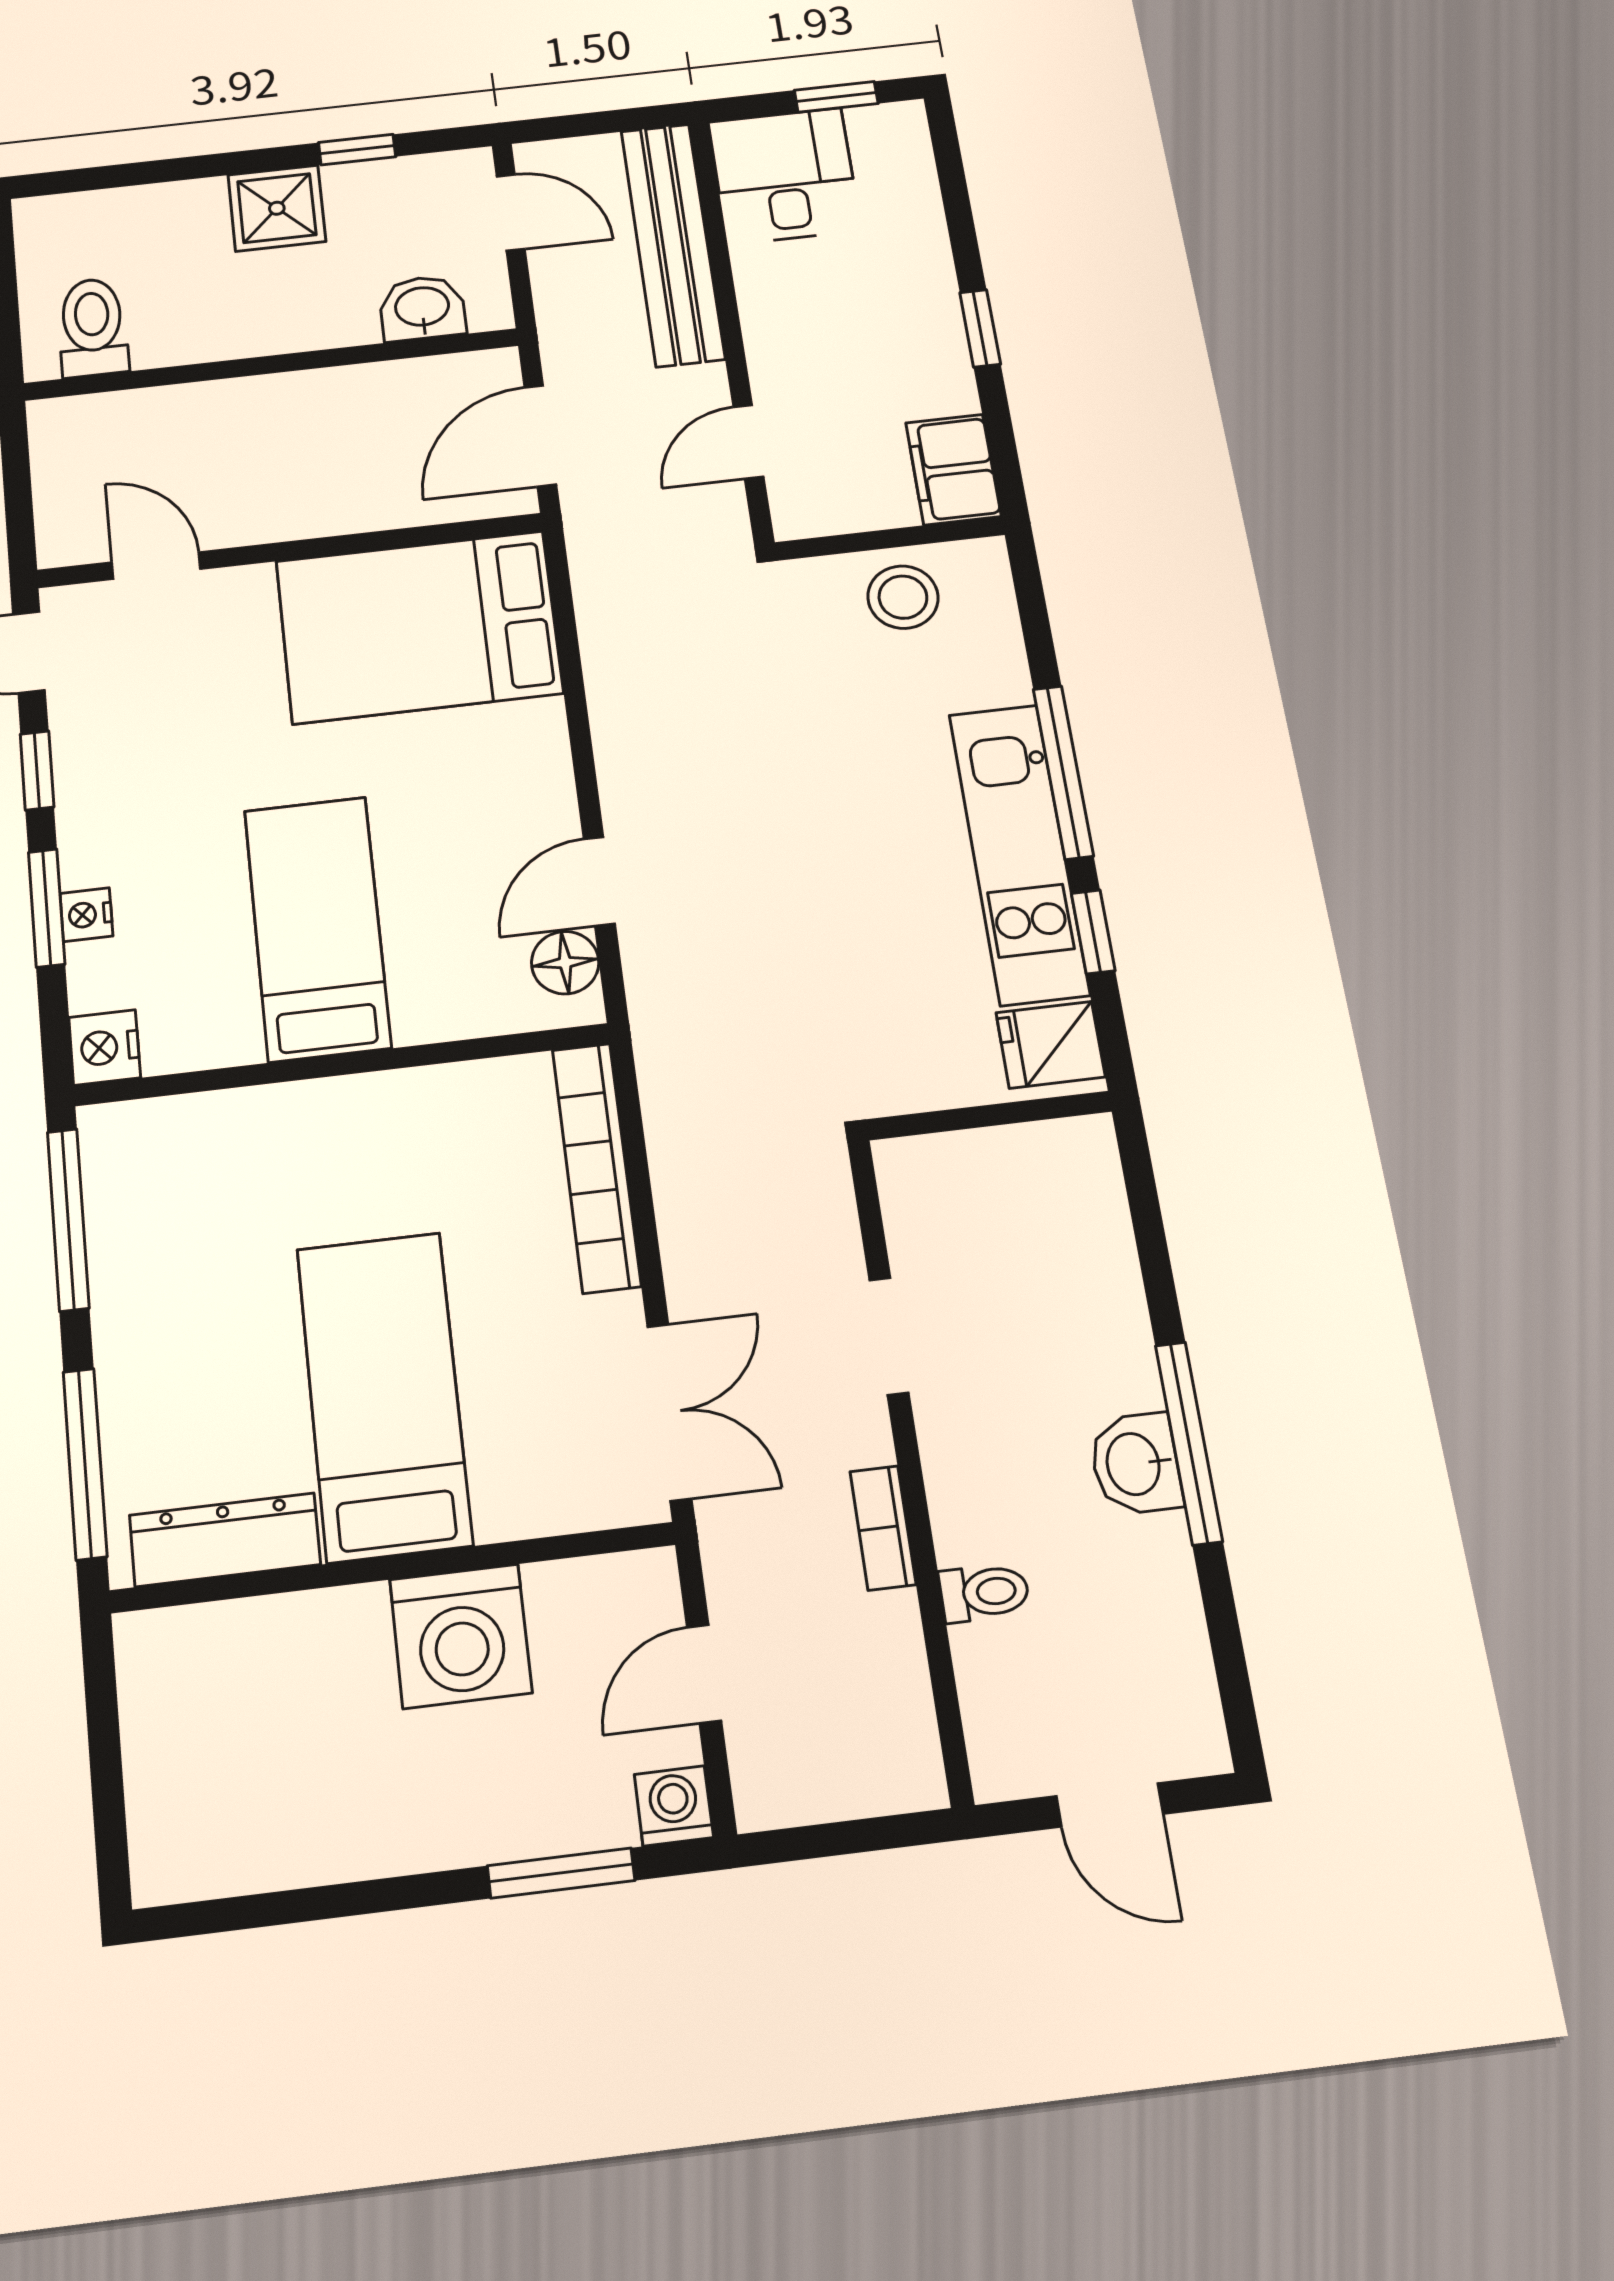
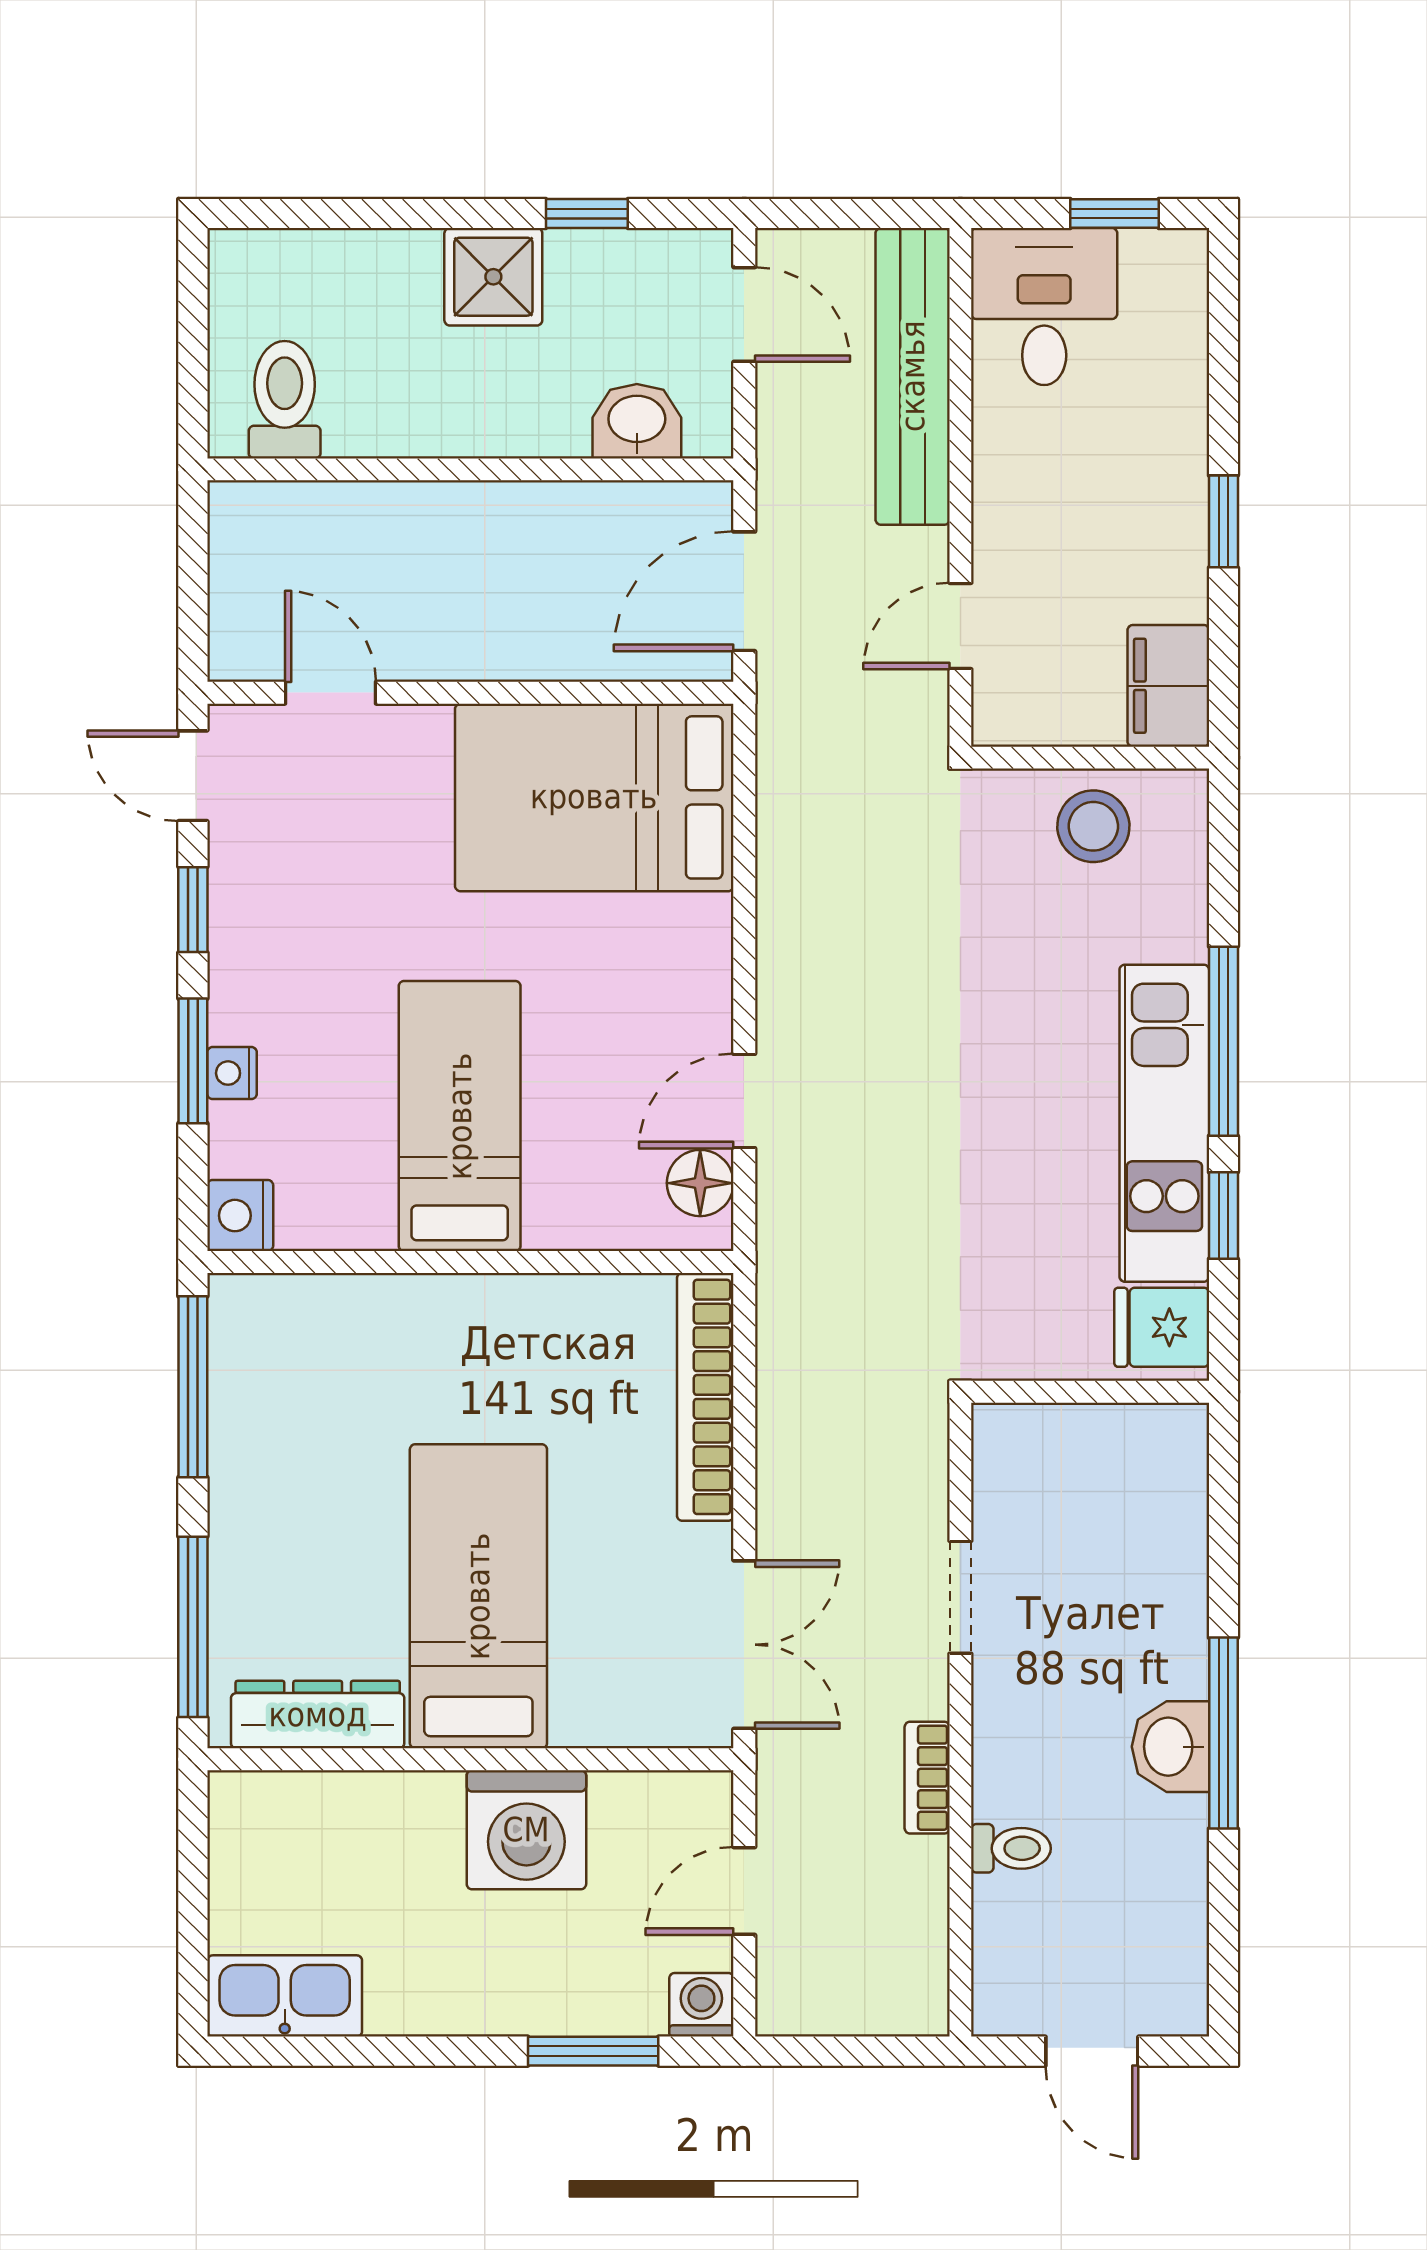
kitchen sink: (214, 1853) -> (285, 1996), added

